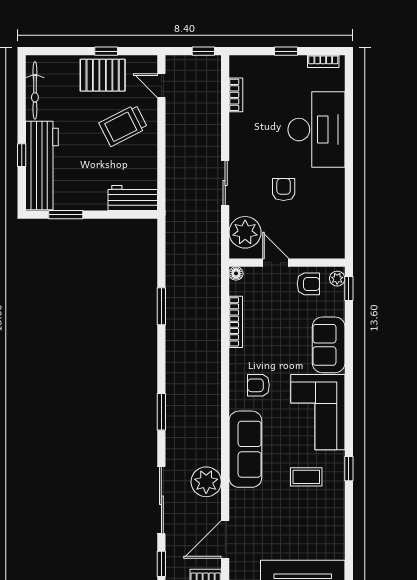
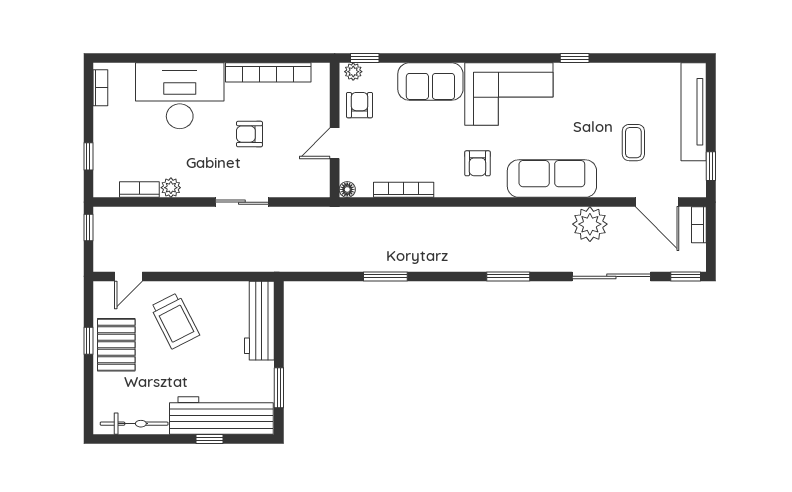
window: (286, 51) -> (88, 156), moved
workbench: (133, 198) -> (259, 321), width x1.38
bookcase: (337, 206) -> (268, 72), added
plant: (245, 232) -> (171, 188), moved, width x0.53, depth x0.53
coffee table: (306, 477) -> (633, 143), moved

